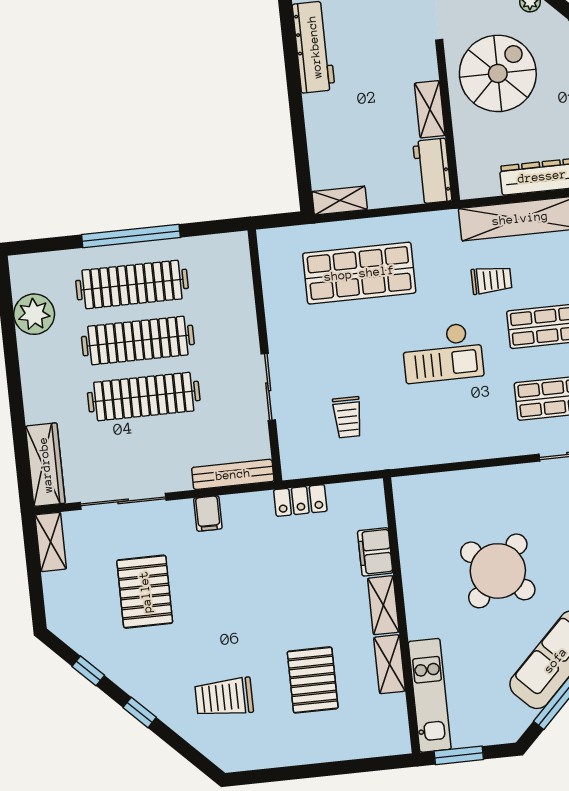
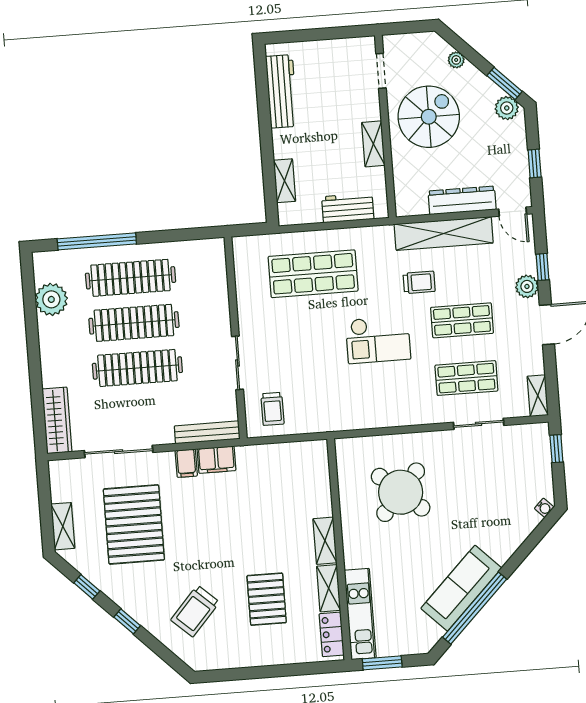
workbench: (432, 171) -> (348, 208), moved, turned 90
shelving: (340, 201) -> (284, 181), moved, turned 90
window: (131, 236) -> (97, 241), moved
trolley: (348, 417) -> (272, 409), moved
locker: (300, 500) -> (332, 634), moved, turned 90
shelving: (51, 542) -> (63, 526), moved
filing cabinet: (375, 552) -> (216, 460), moved, turned -90
round table: (498, 571) -> (401, 492), moved
pallet: (145, 592) -> (134, 524), width x1.37, depth x1.41
trolley: (224, 697) -> (195, 611), turned -48

